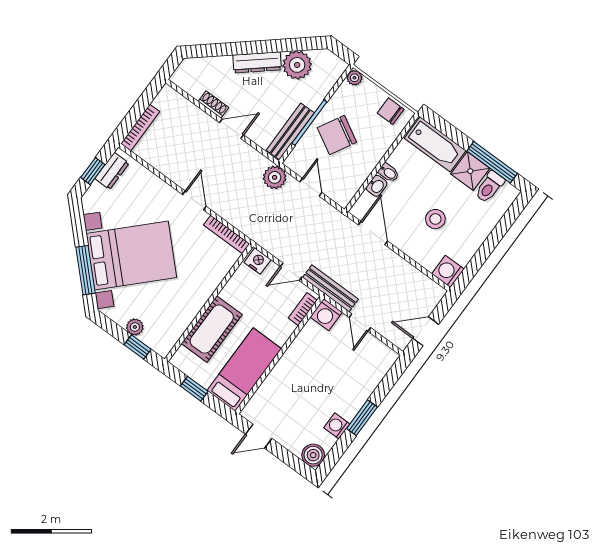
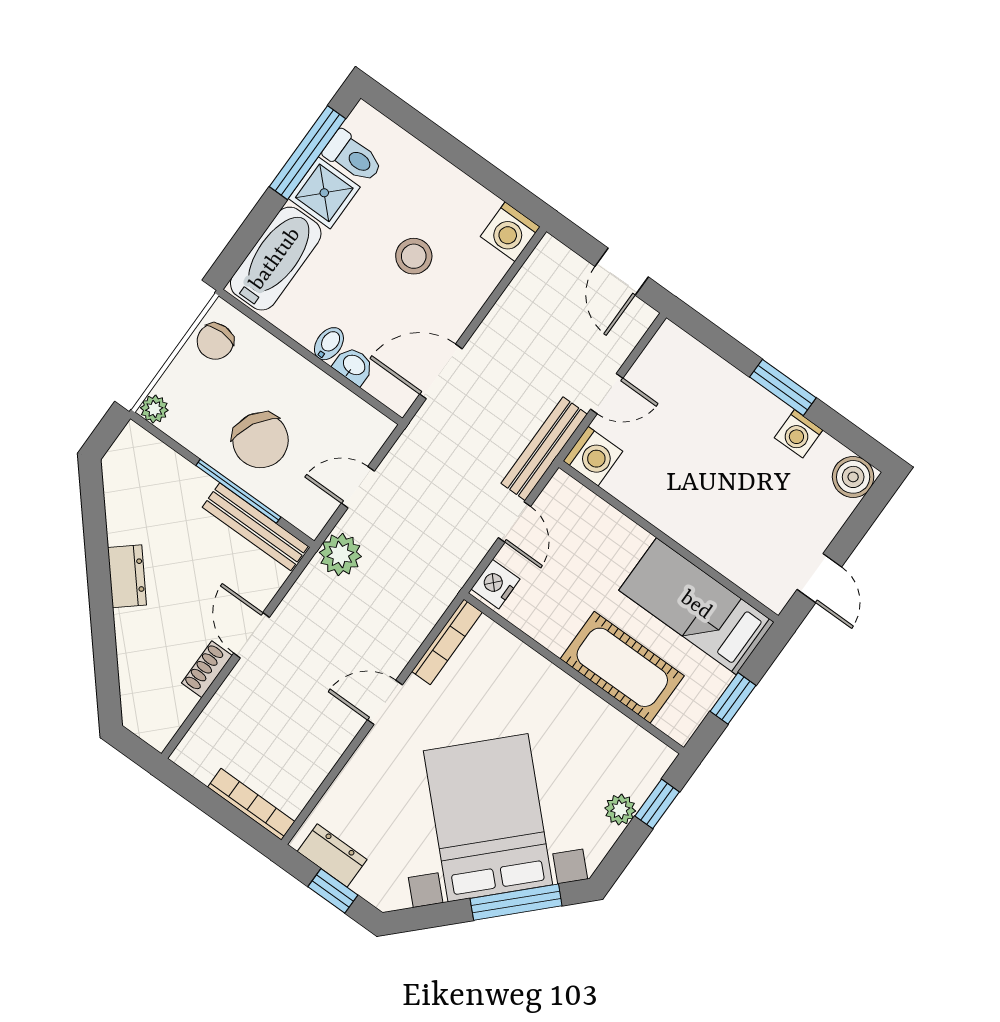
dresser: (257, 62) -> (127, 576), width x0.70
plant: (297, 65) -> (132, 515), removed
bookcase: (303, 309) -> (583, 499), removed

